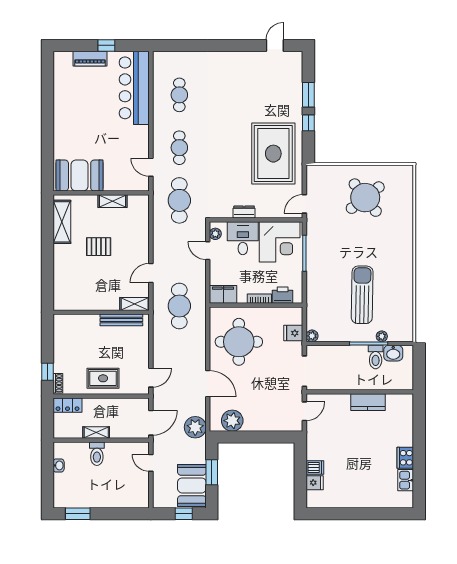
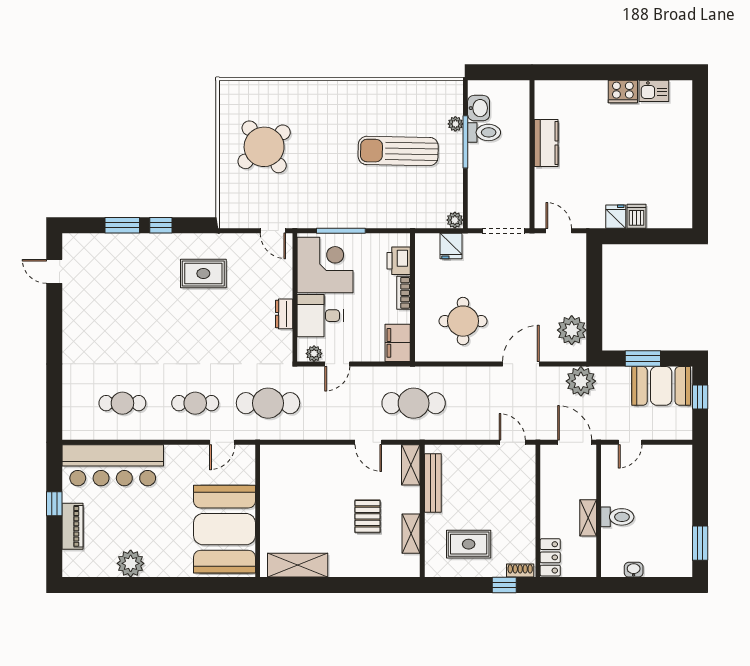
plant: (63, 101) -> (131, 563), added
rug: (273, 154) -> (203, 273), width x0.54, depth x0.49
booth: (80, 176) -> (224, 529), width x1.36, depth x1.42
shelving: (112, 201) -> (411, 534), moved
pallet: (99, 247) -> (368, 516), moved
round table: (239, 342) -> (463, 321), width x0.73, depth x0.73
rug: (103, 378) -> (469, 544), moved, turned 90
fridge: (315, 483) -> (616, 217), moved

